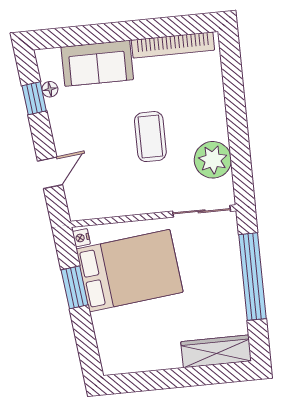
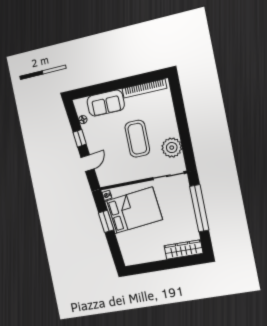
window: (34, 98) -> (80, 138), moved
coffee table: (150, 137) -> (137, 139), width x1.36, depth x1.32

